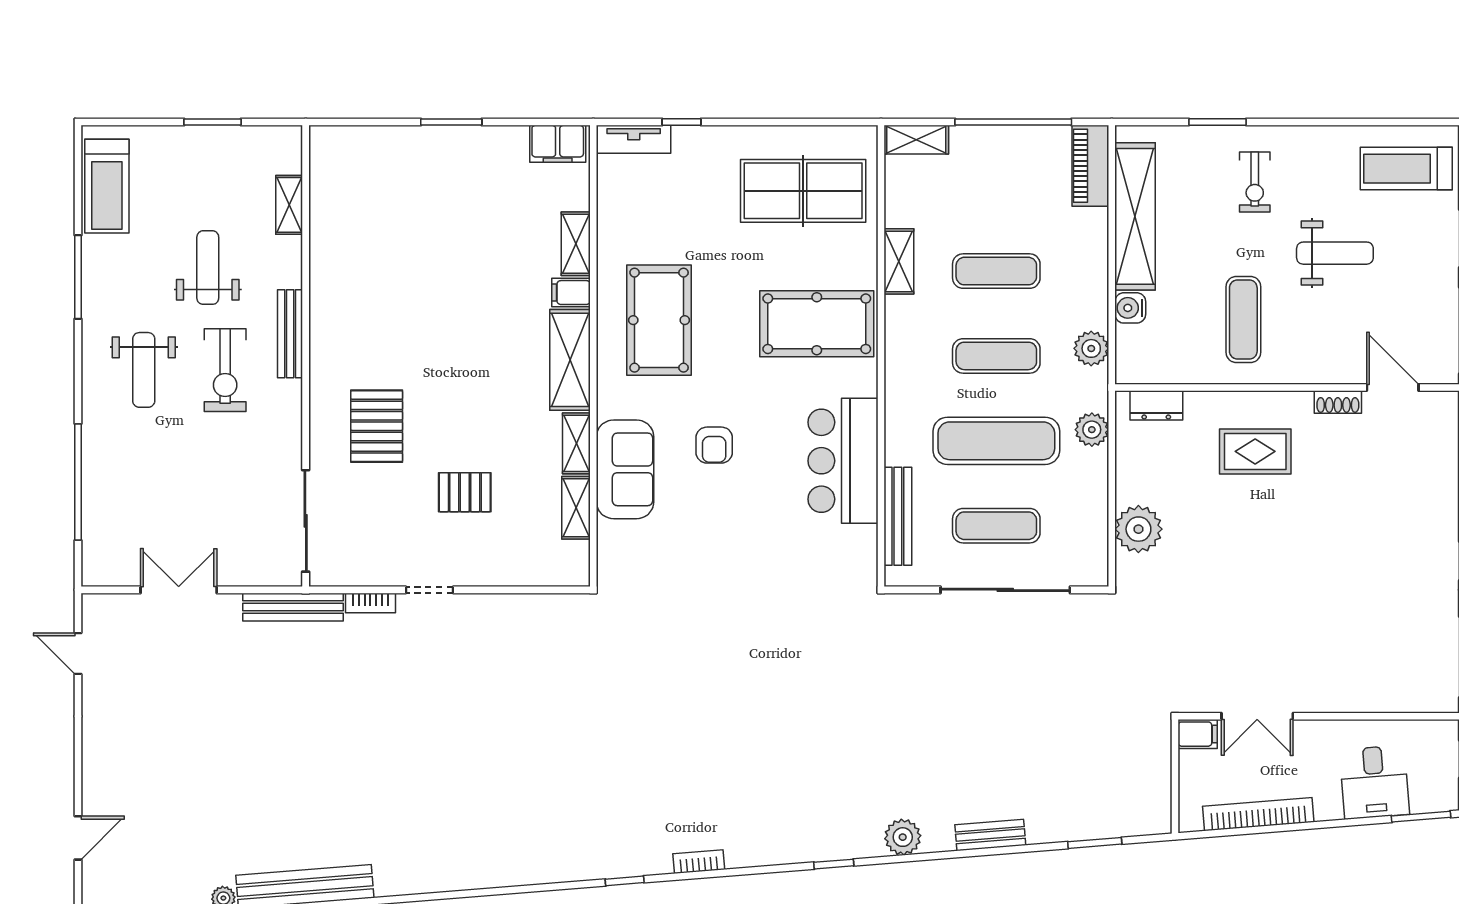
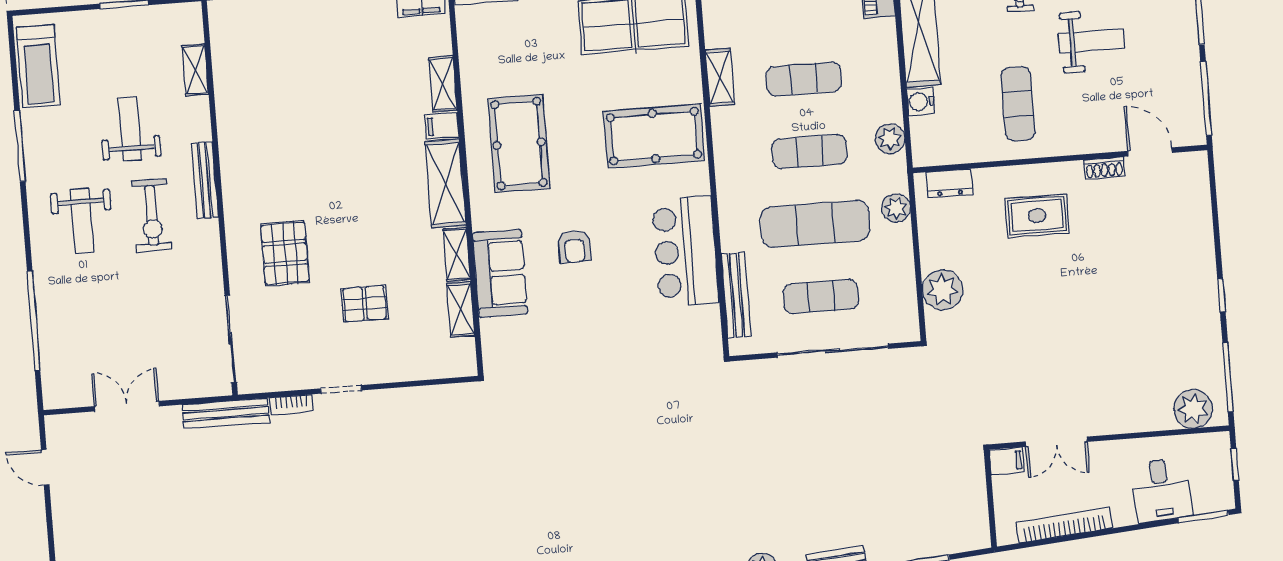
plant: (1419, 691) -> (1193, 409), added

